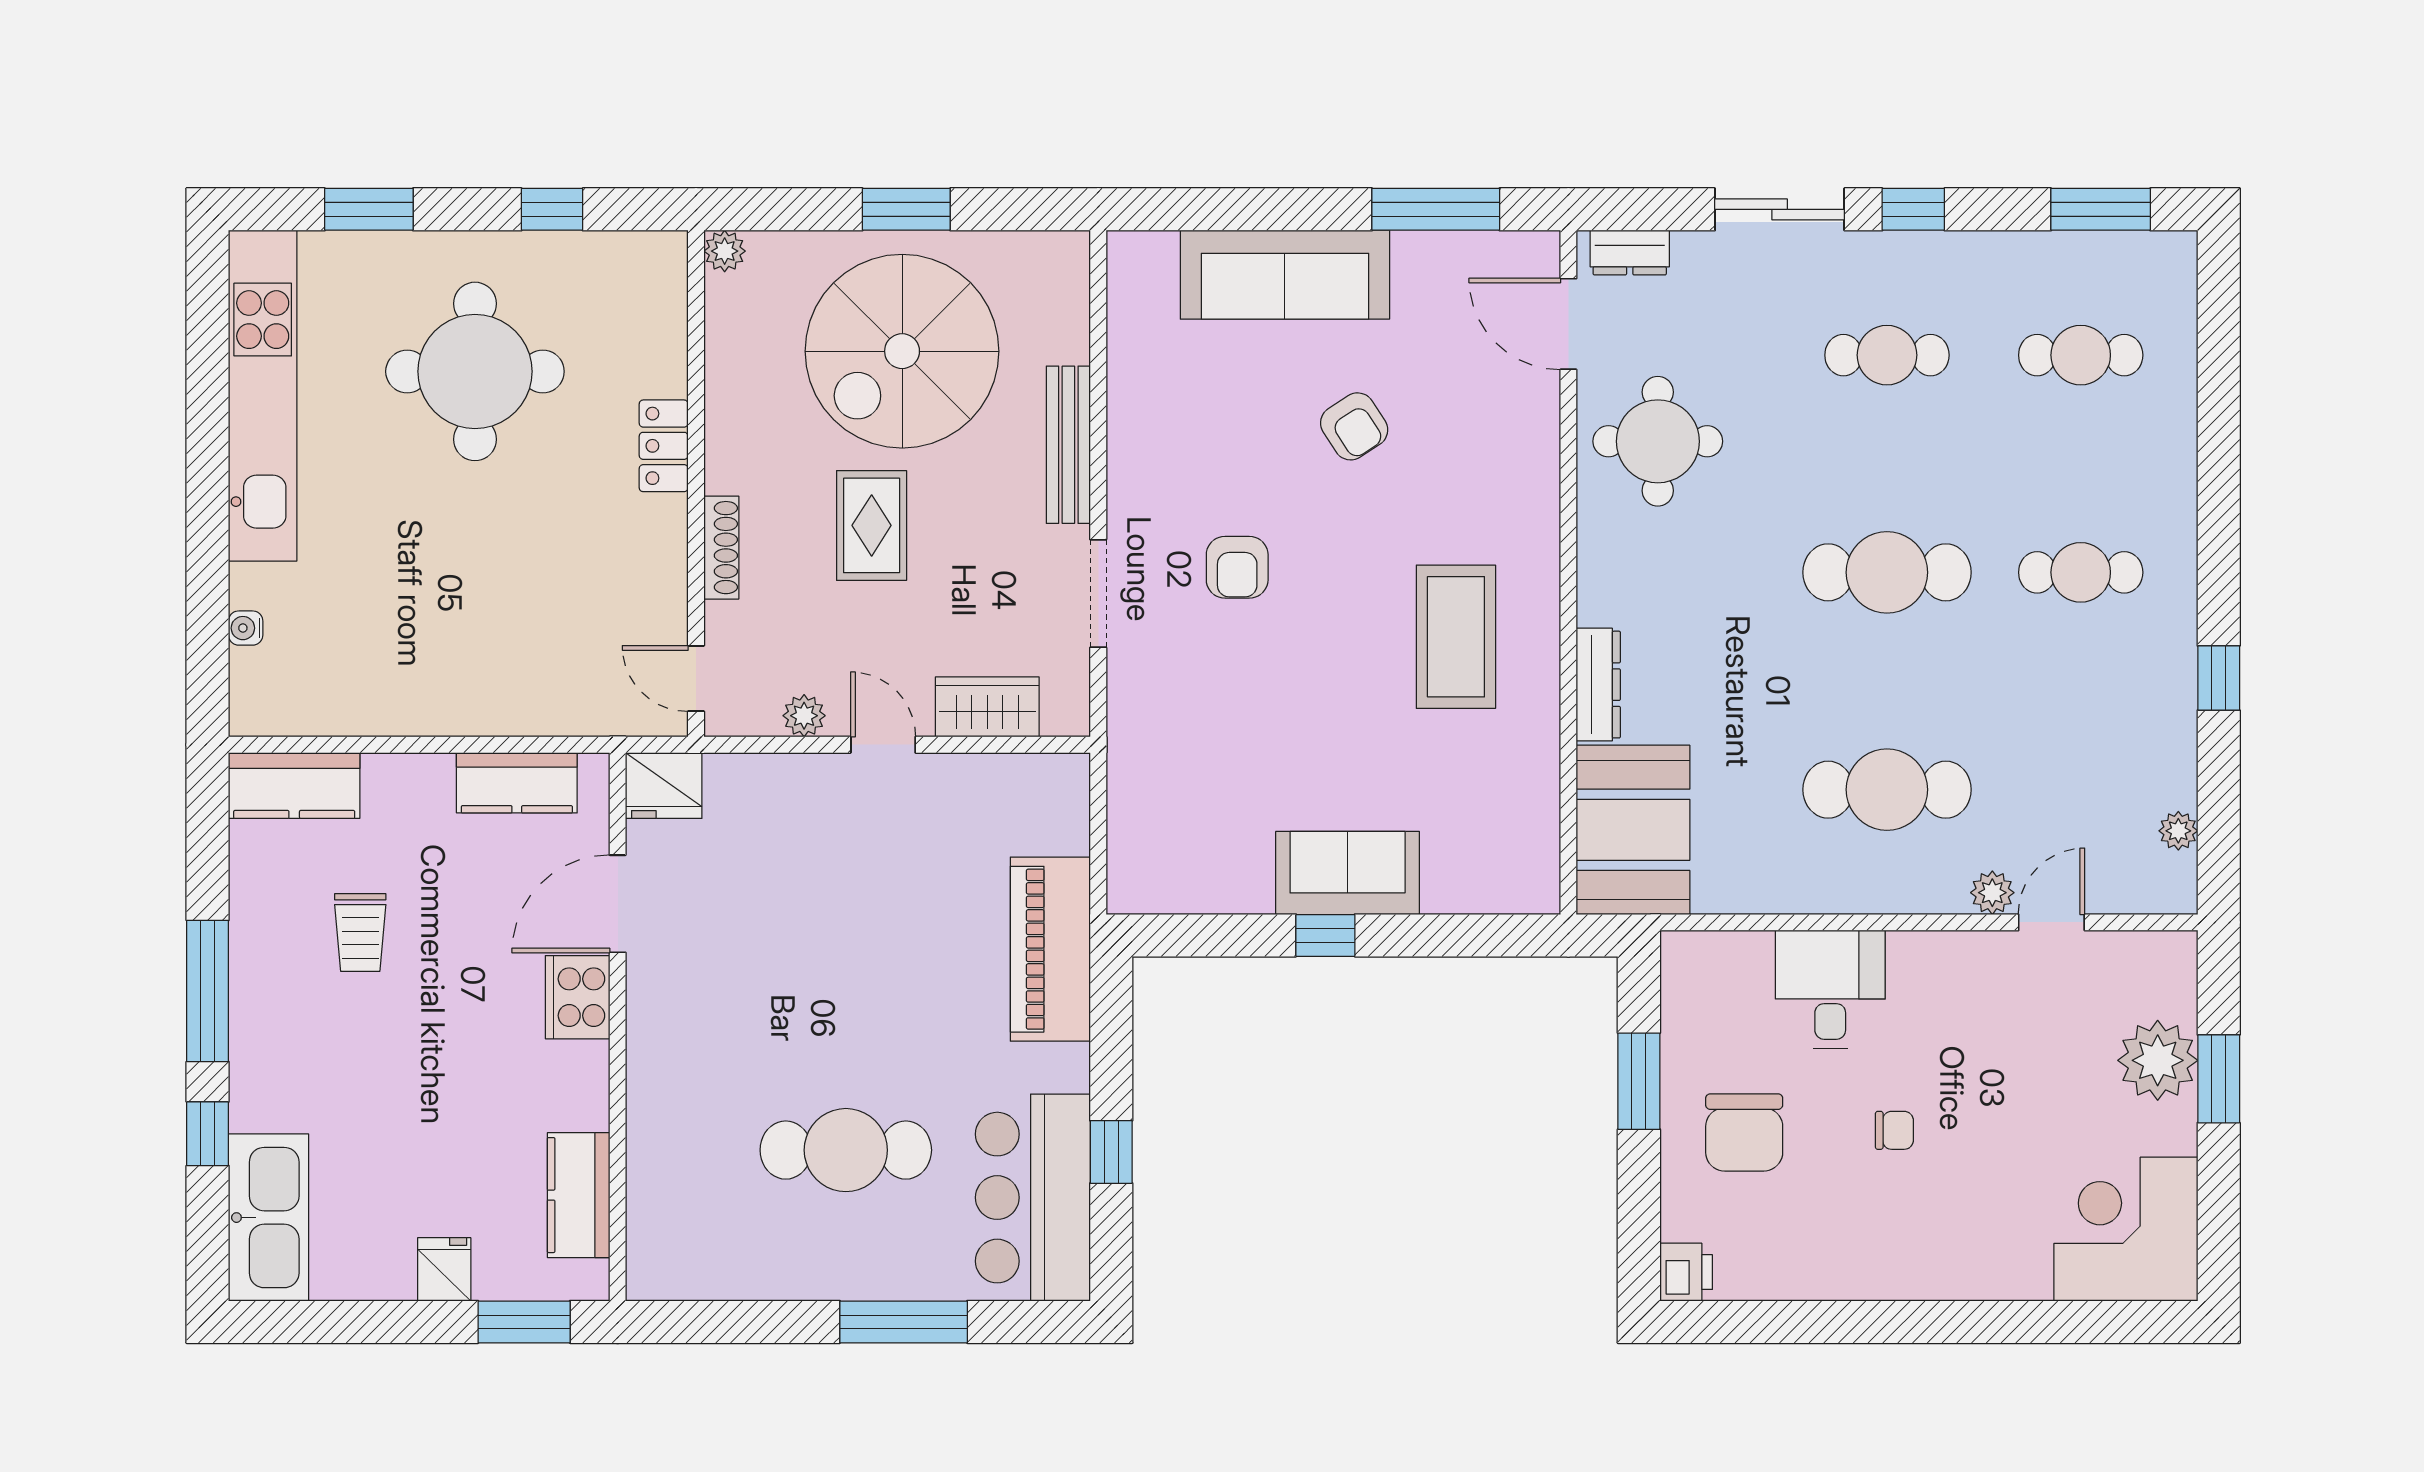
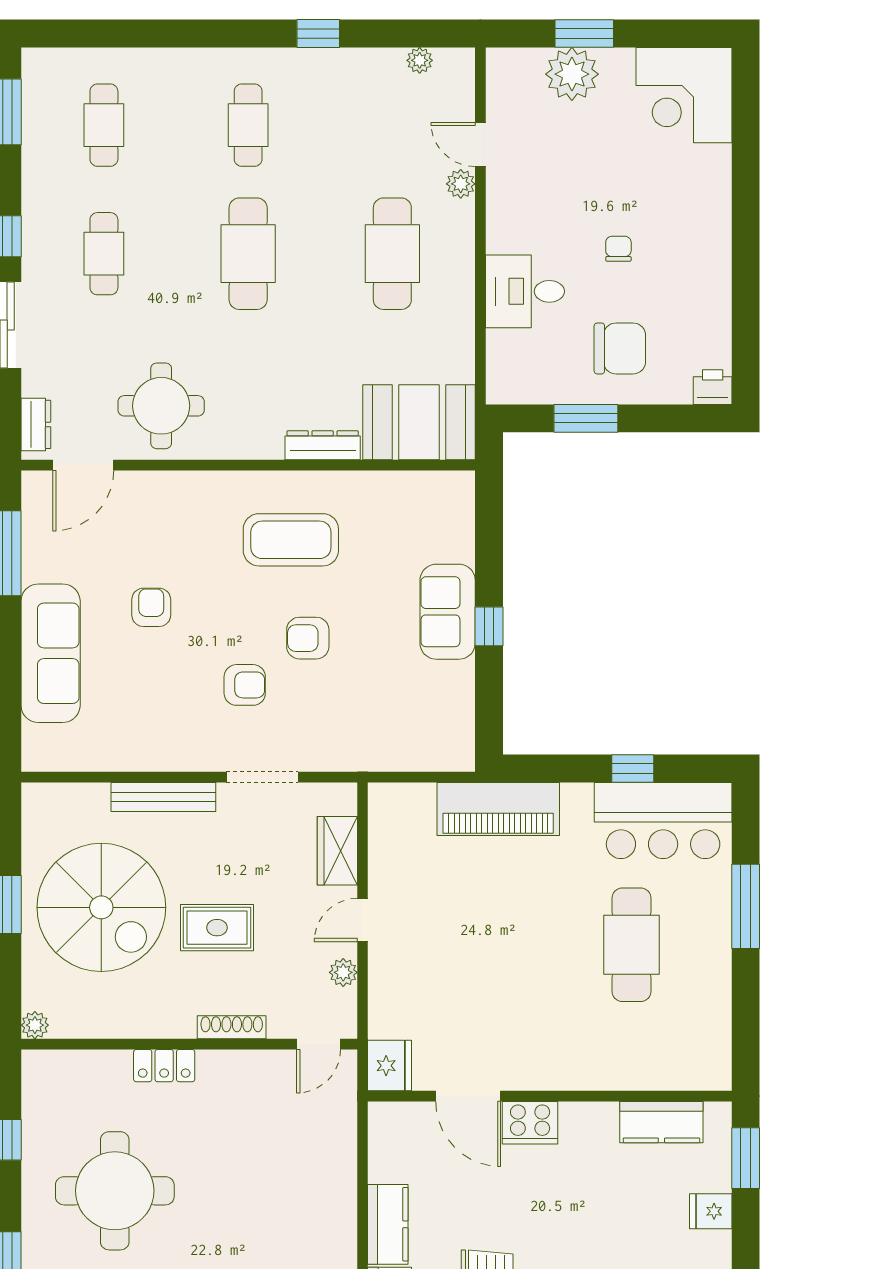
armchair: (1354, 426) -> (151, 607), turned -57
armchair: (1308, 662) -> (308, 638), added
kitchen counter: (517, 783) -> (388, 1224), moved

